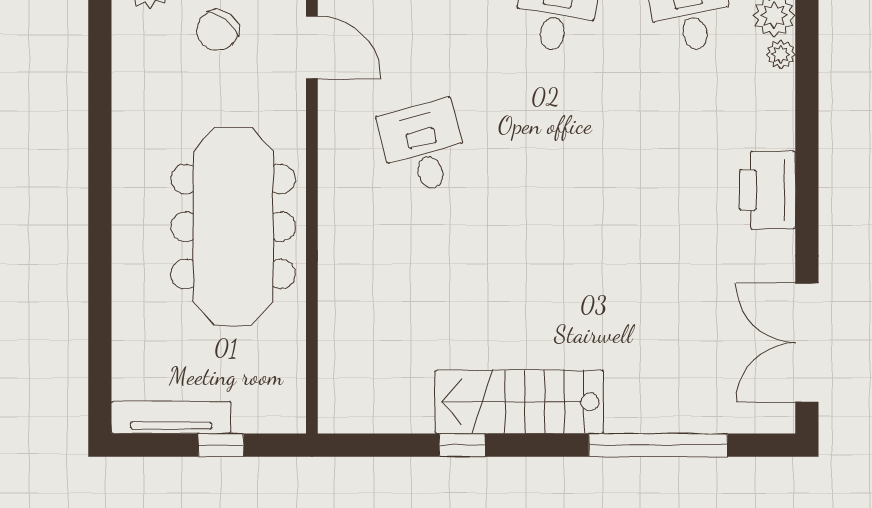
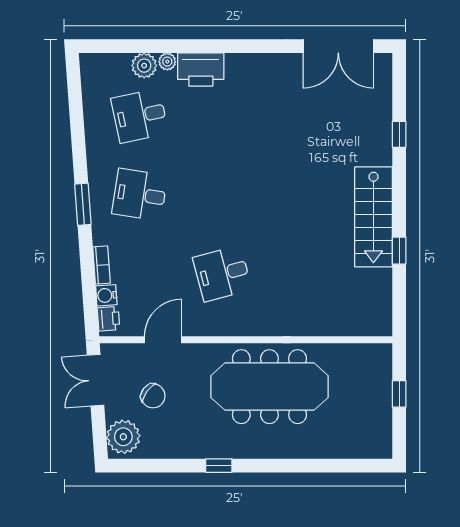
window: (100, 141) -> (219, 466), added
printer: (767, 190) -> (201, 69), moved
tv unit: (171, 417) -> (383, 423), removed
window: (658, 445) -> (399, 134), width x0.32

